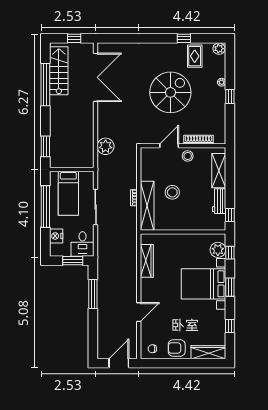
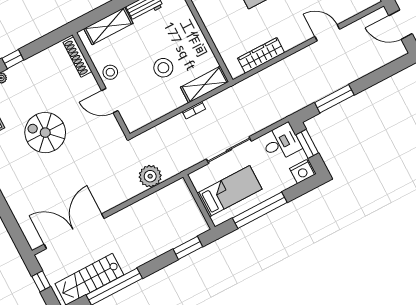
spiral stairs: (170, 92) -> (45, 133), width x0.73, depth x0.73
shoe rack: (199, 140) -> (77, 57), moved
shelving: (147, 206) -> (205, 85), width x0.68
nightstand: (56, 236) -> (302, 172), moved

